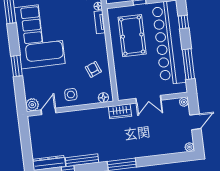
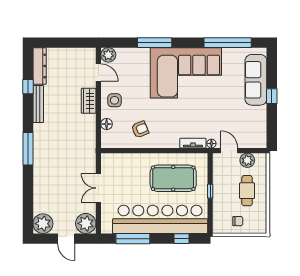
window: (17, 66) -> (155, 43), width x1.44
floor lamp: (103, 98) -> (107, 124), moved
plant: (184, 102) -> (86, 223), width x1.88, depth x1.88
wardrobe: (120, 111) -> (89, 101), moved
plant: (189, 147) -> (43, 224), width x1.88, depth x1.88

